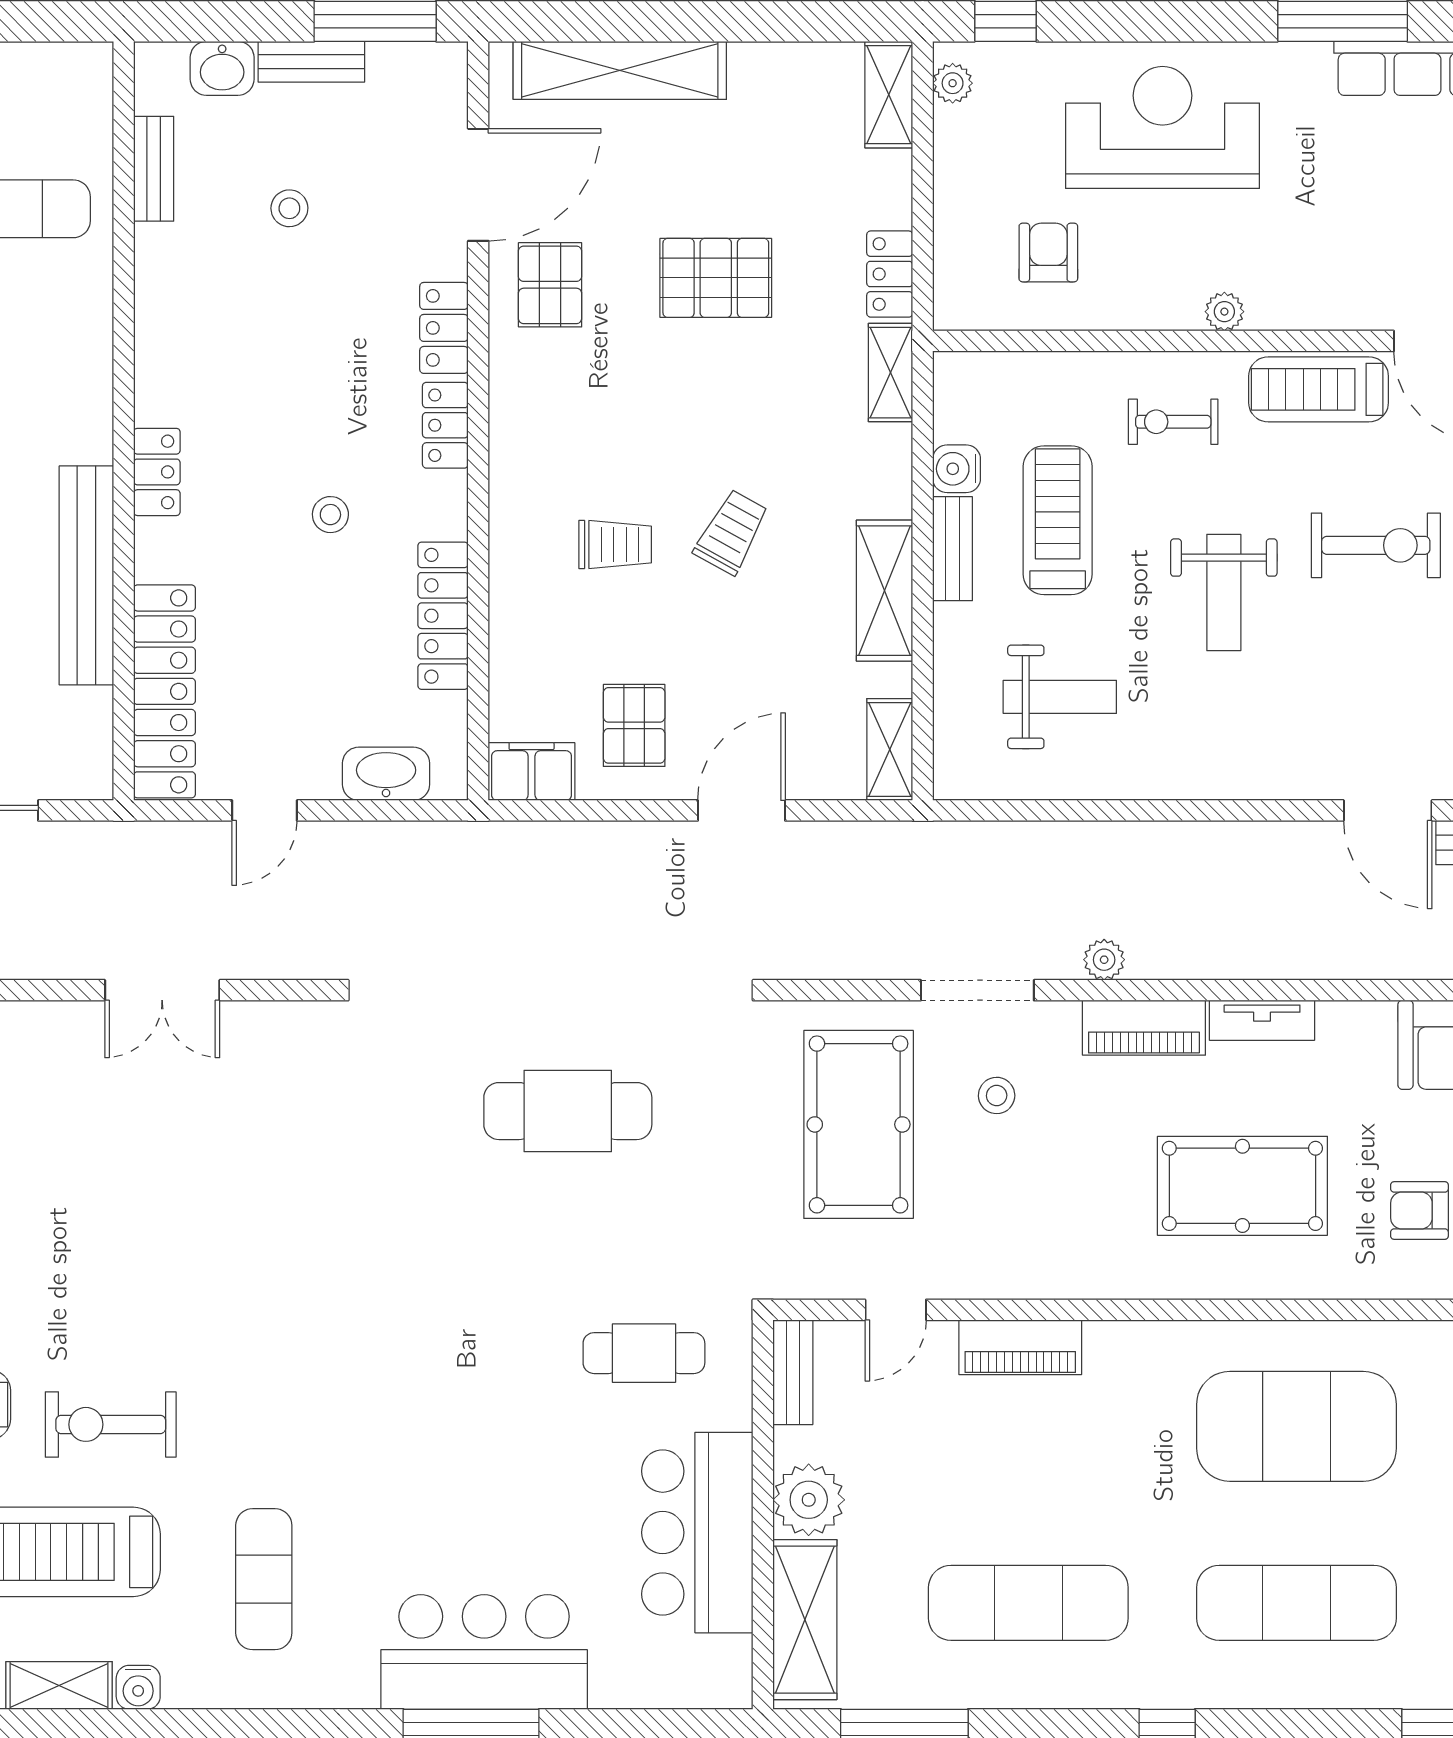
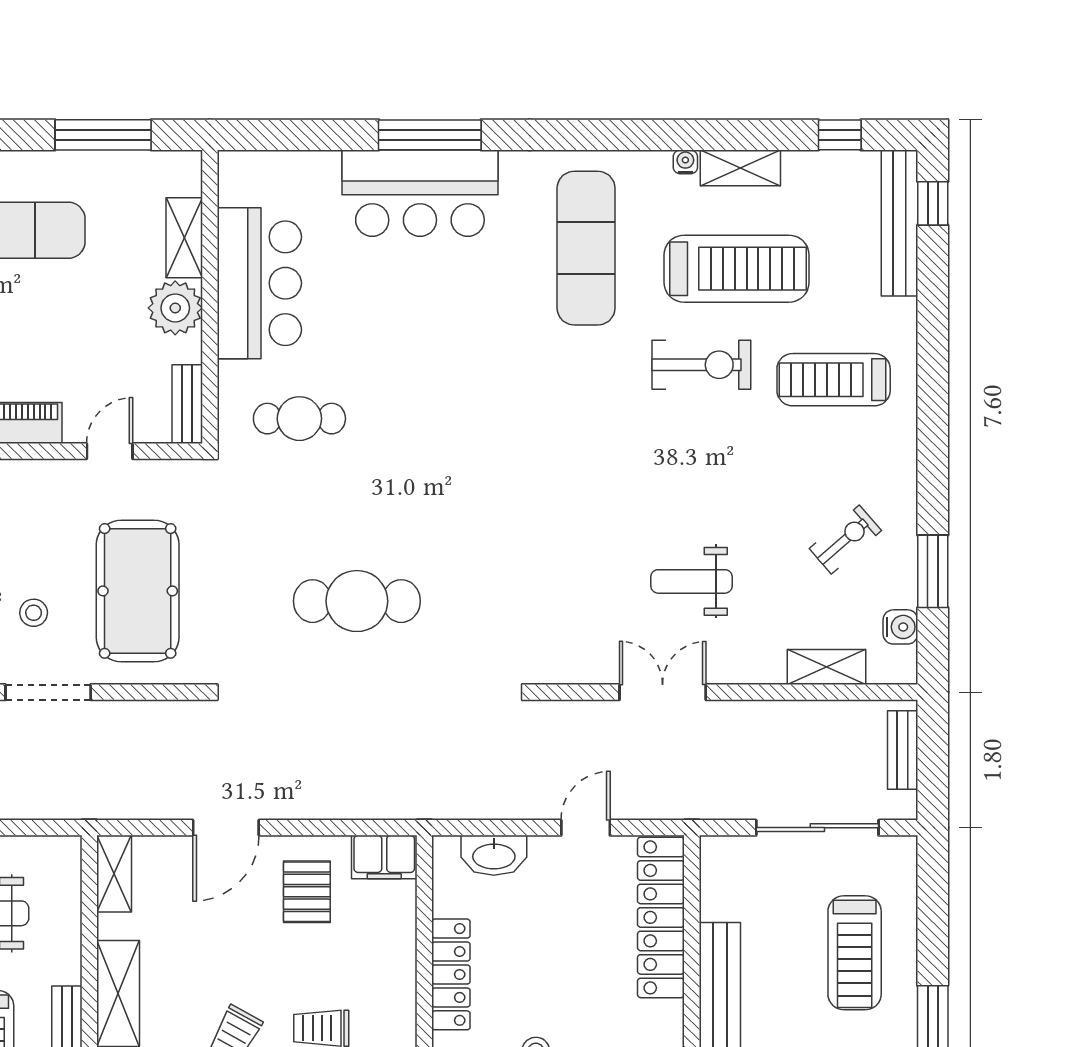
weight bench: (124, 1137) -> (692, 581), added
exercise mat: (264, 1579) -> (586, 248), width x1.36, depth x1.45
shelving: (805, 1620) -> (184, 238), width x0.67, depth x0.75
water cooler: (138, 1687) -> (685, 162), width x0.72, depth x0.72

